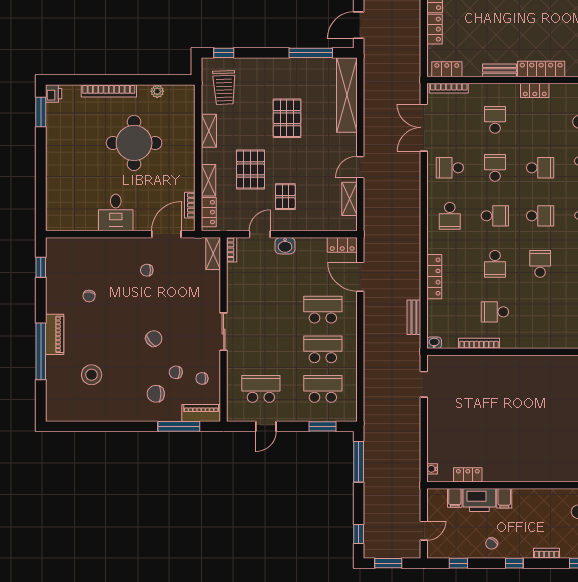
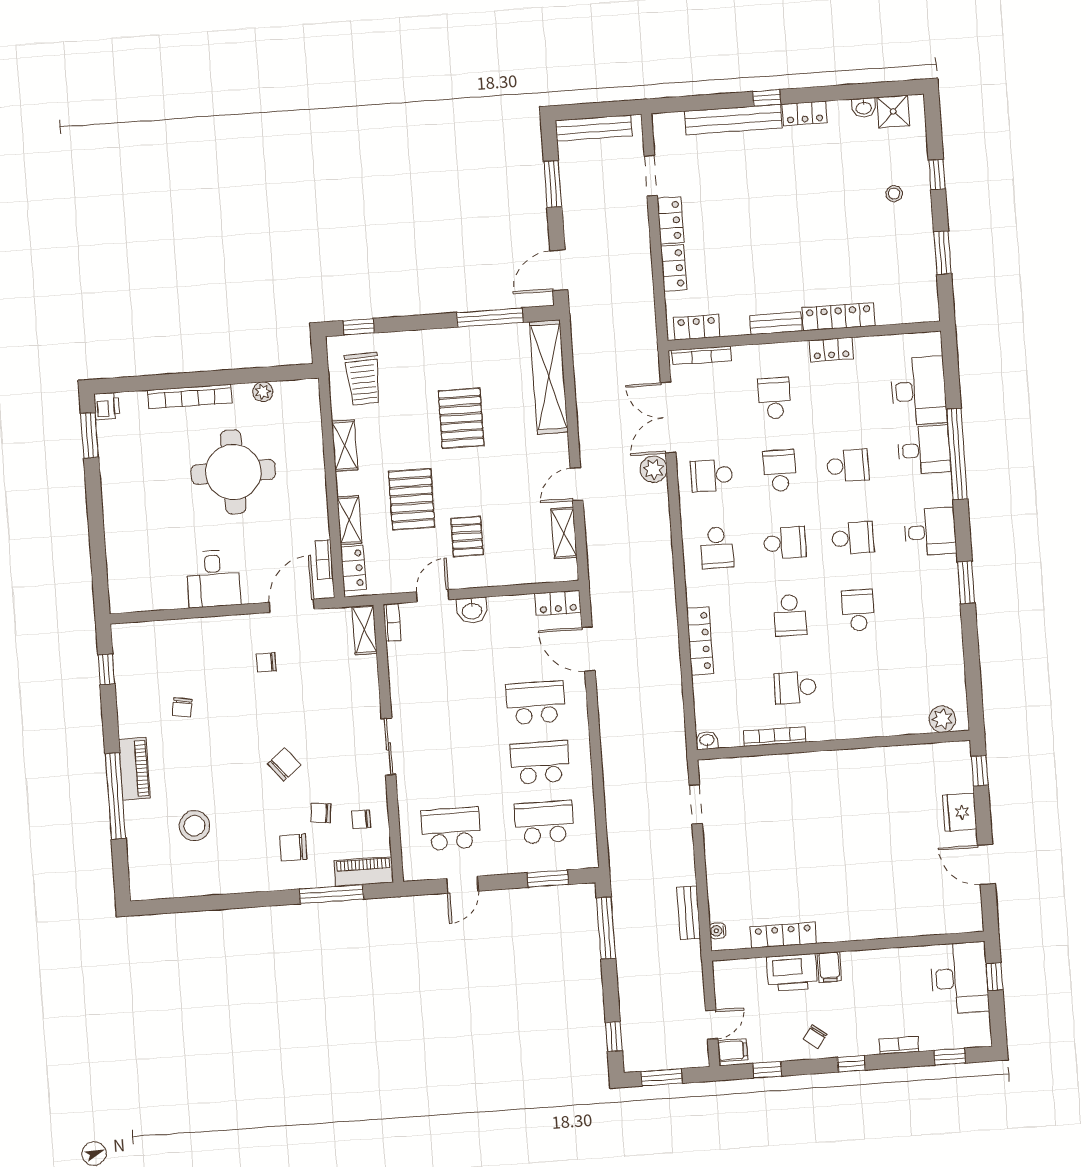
plant: (412, 161) -> (654, 469), added
bench: (414, 317) -> (689, 913), moved
locker: (468, 475) -> (783, 935), width x1.53
filing cabinet: (455, 498) -> (733, 1050), moved, turned -90

